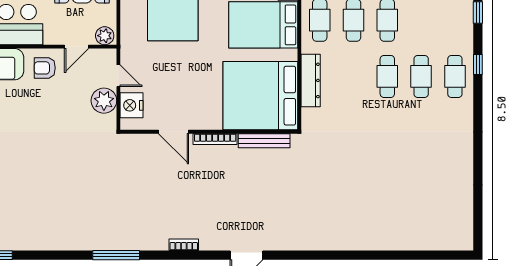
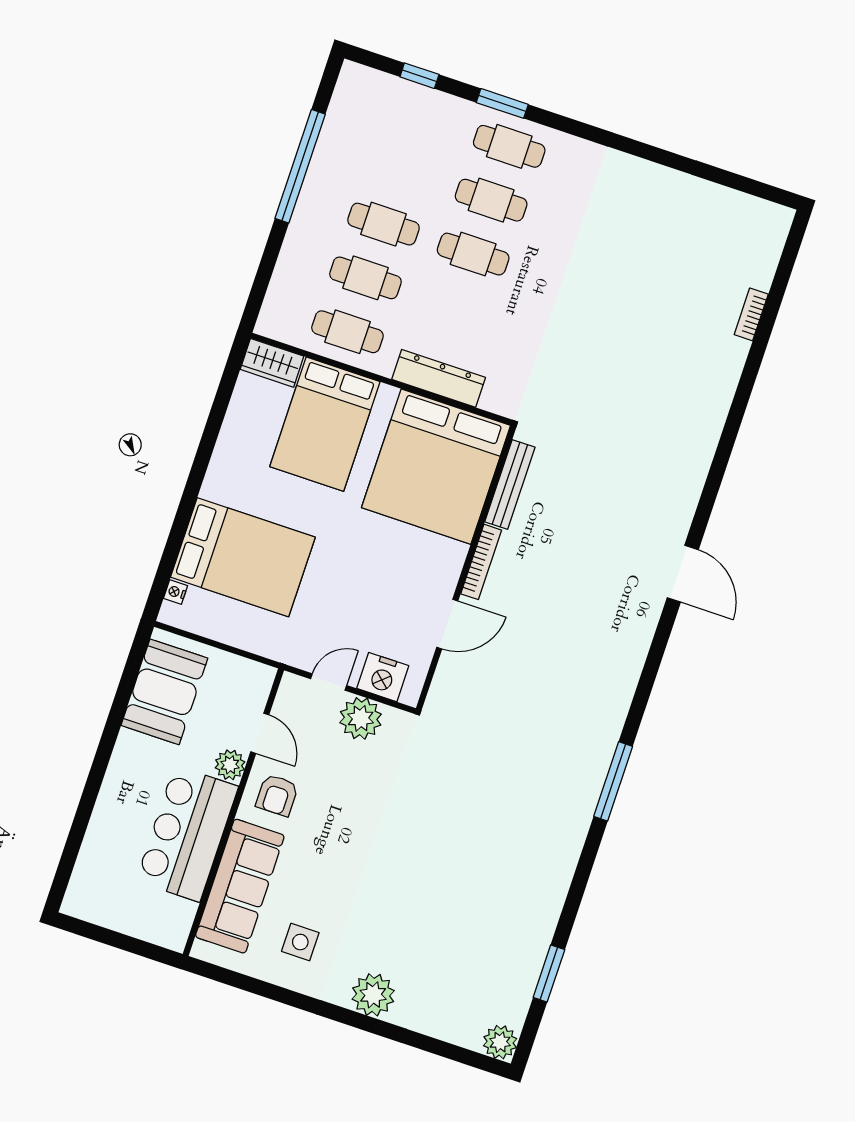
plant: (105, 36) -> (230, 765), moved
window: (478, 64) -> (502, 103), width x1.50
bookcase: (184, 245) -> (751, 314), moved

